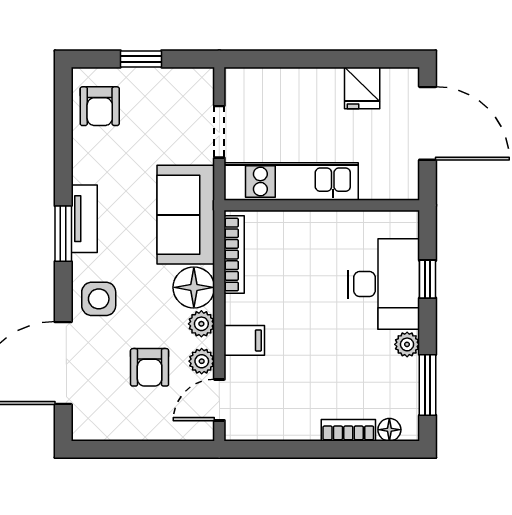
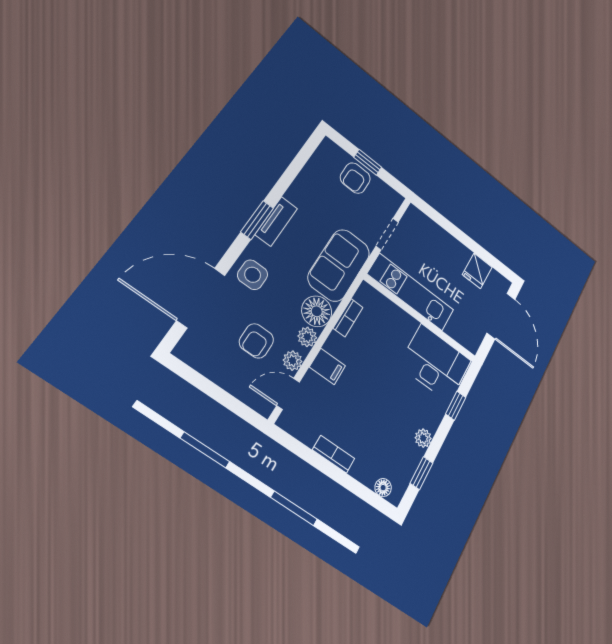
armchair: (100, 106) -> (355, 178), moved
bookcase: (234, 255) -> (348, 318), width x0.64
desk: (384, 284) -> (435, 363), moved, turned -90
window: (428, 385) -> (422, 473), width x0.67
bookcase: (348, 430) -> (334, 454), moved

